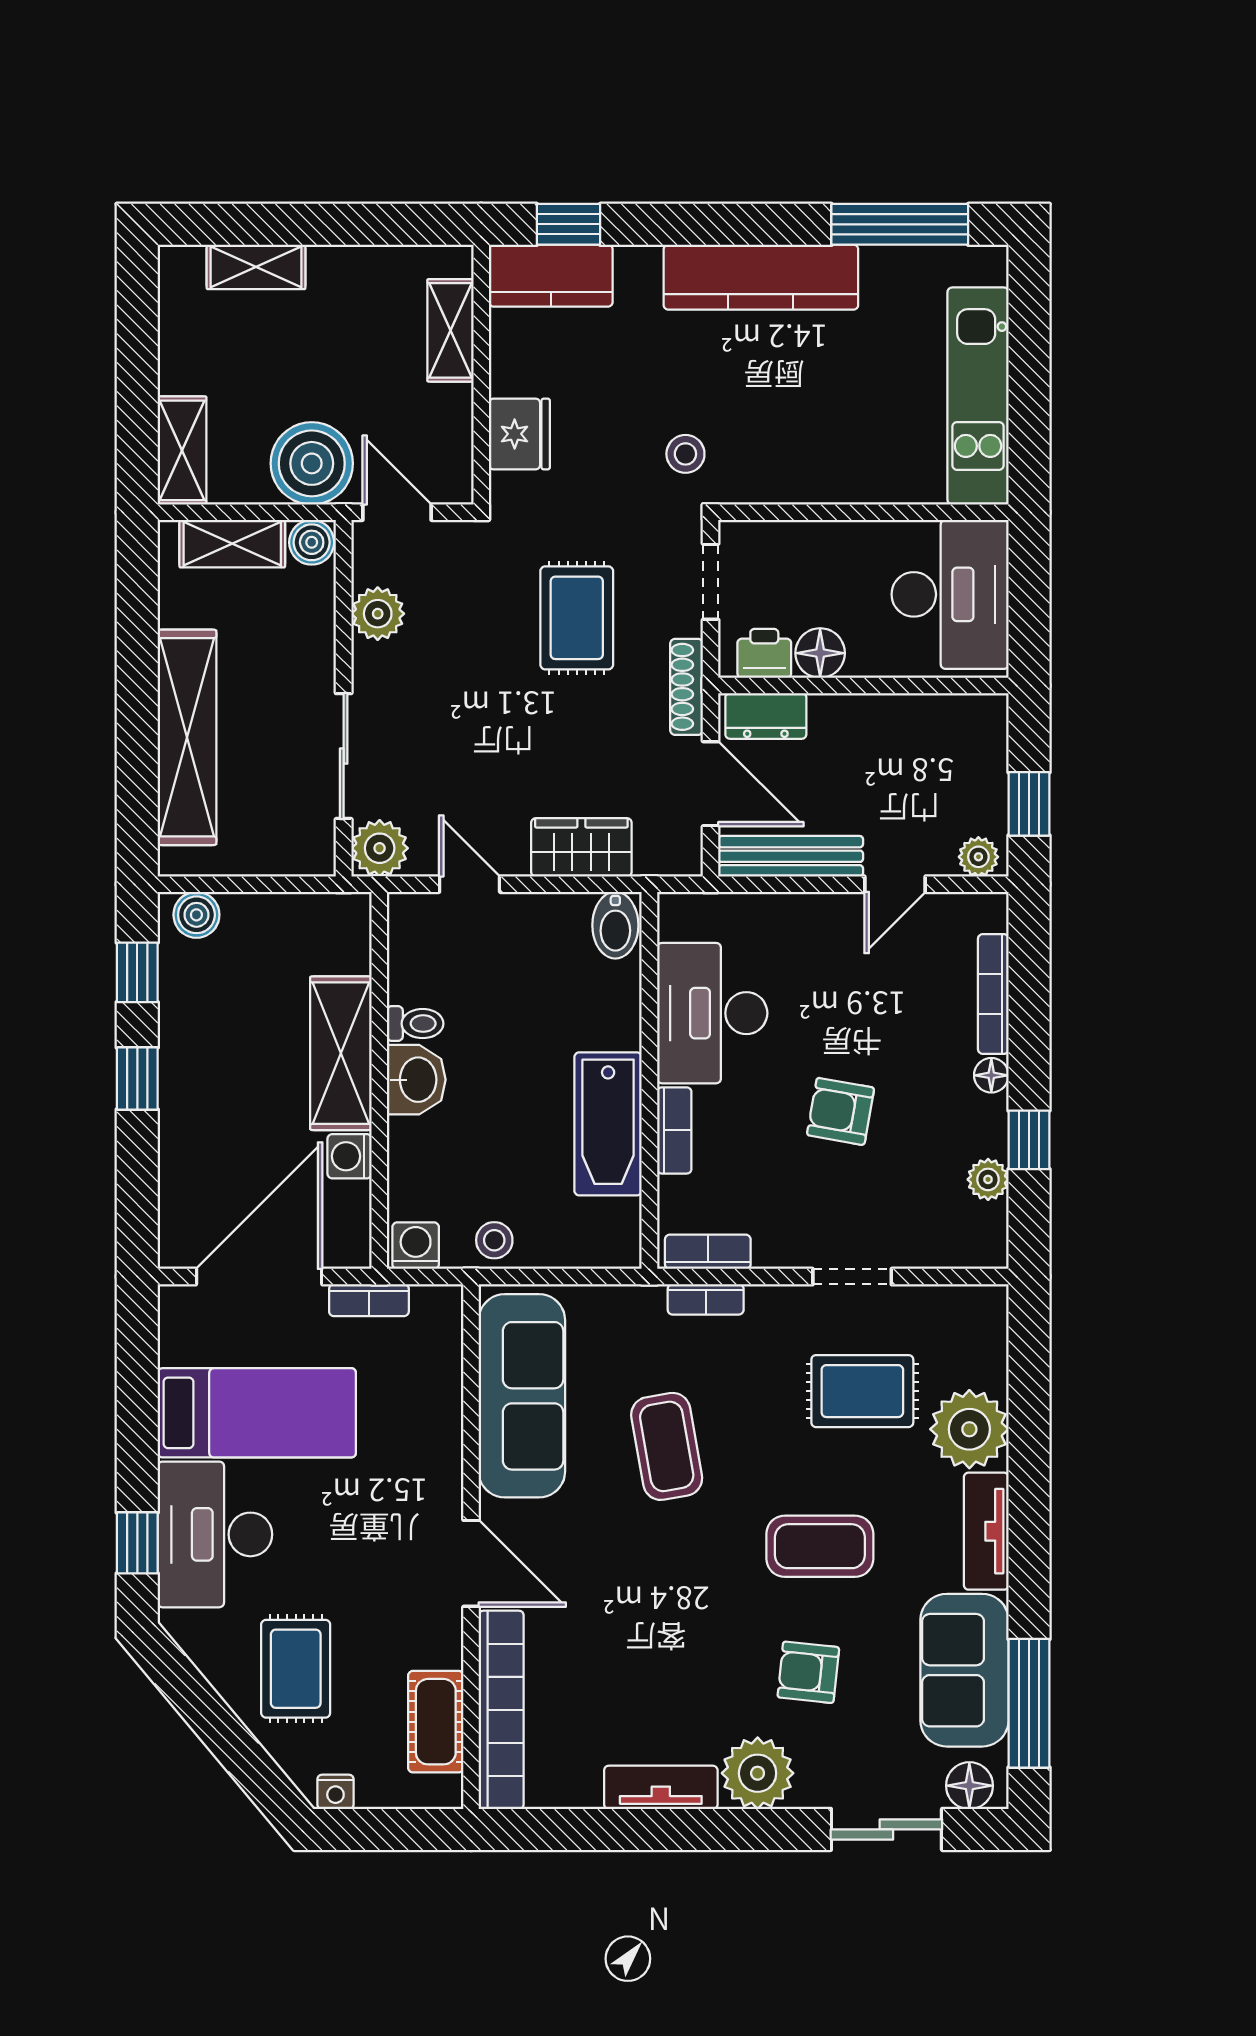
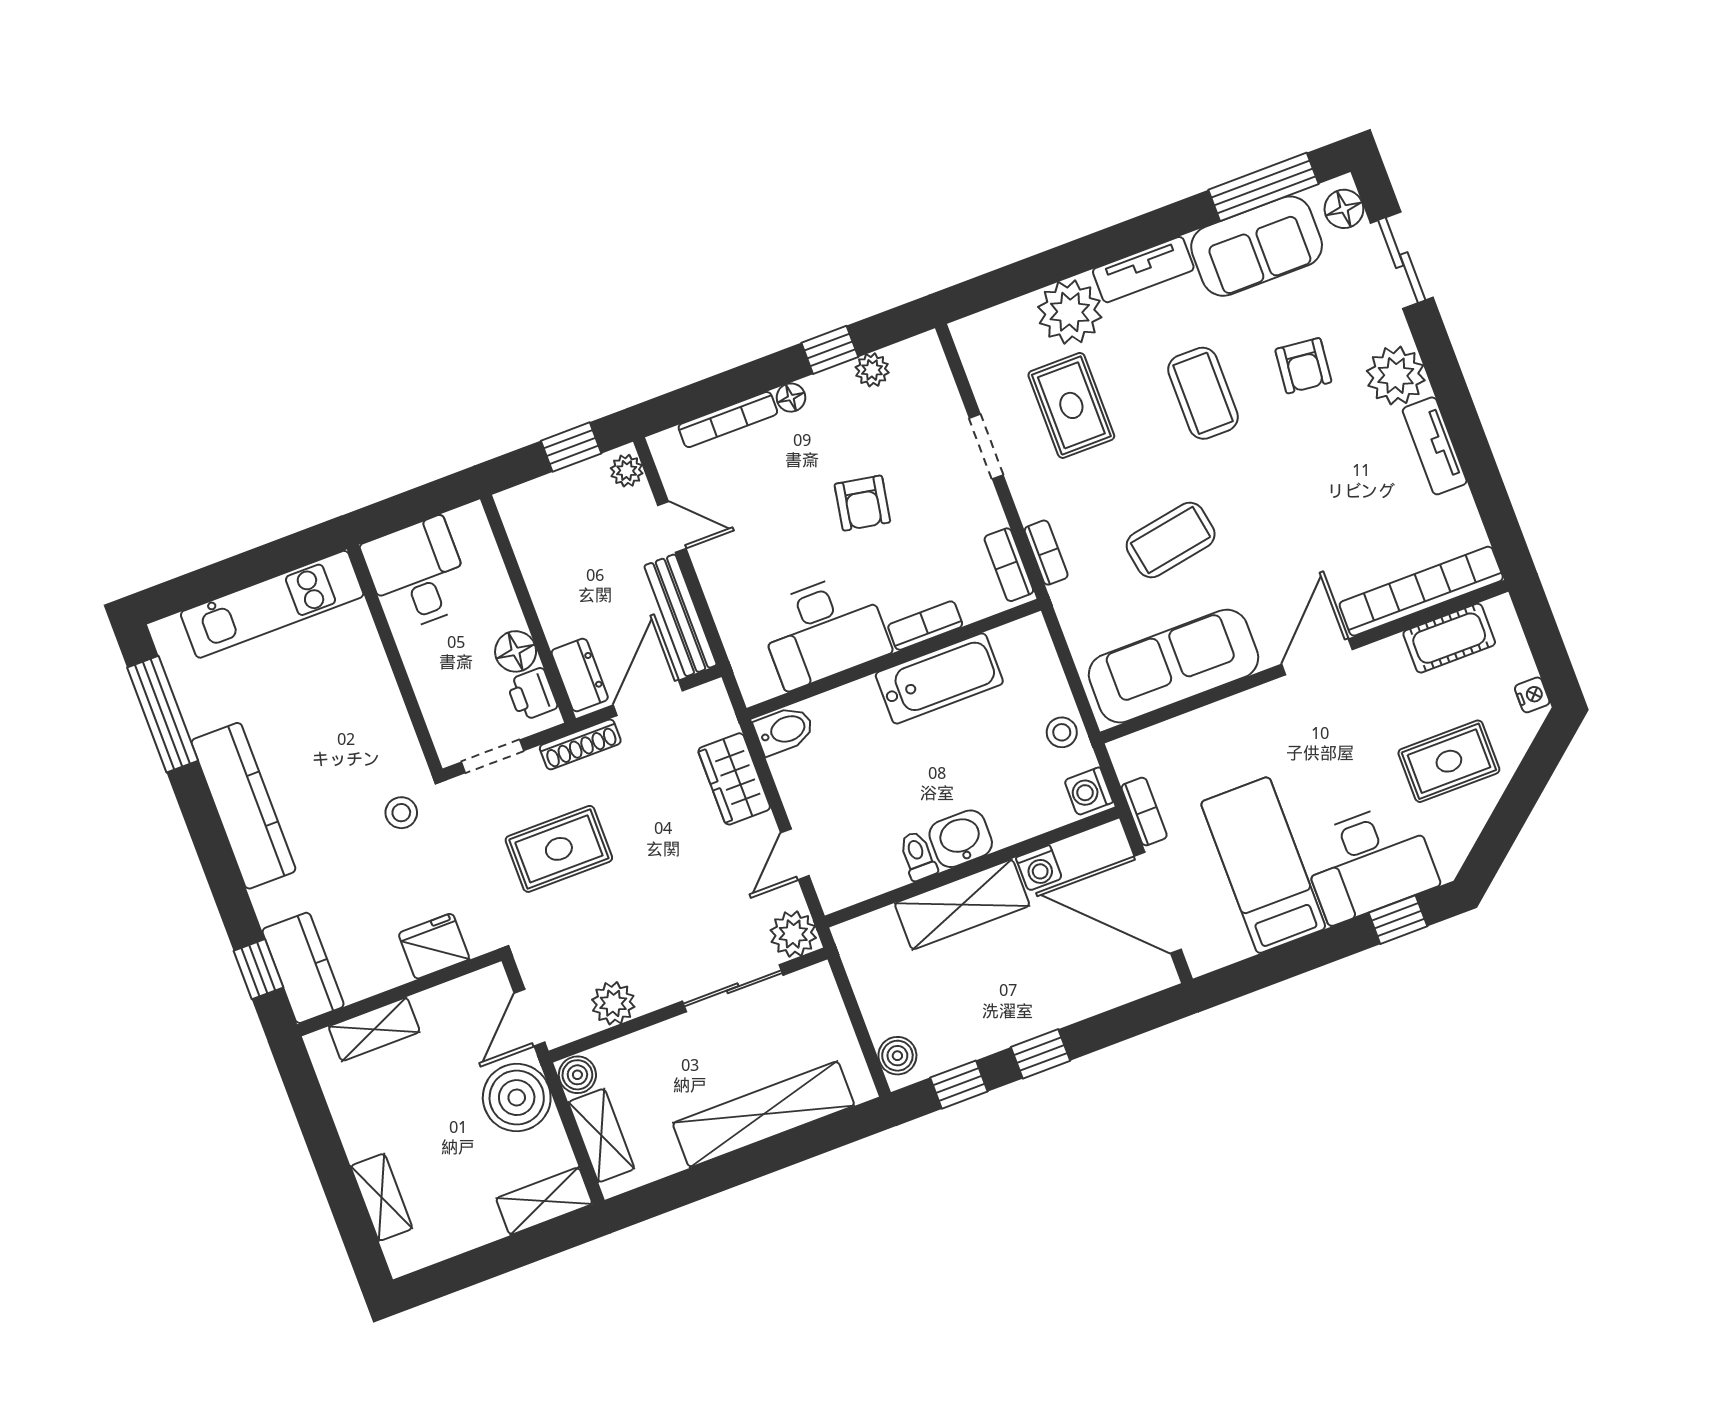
desk: (950, 594) -> (417, 574), width x0.73

